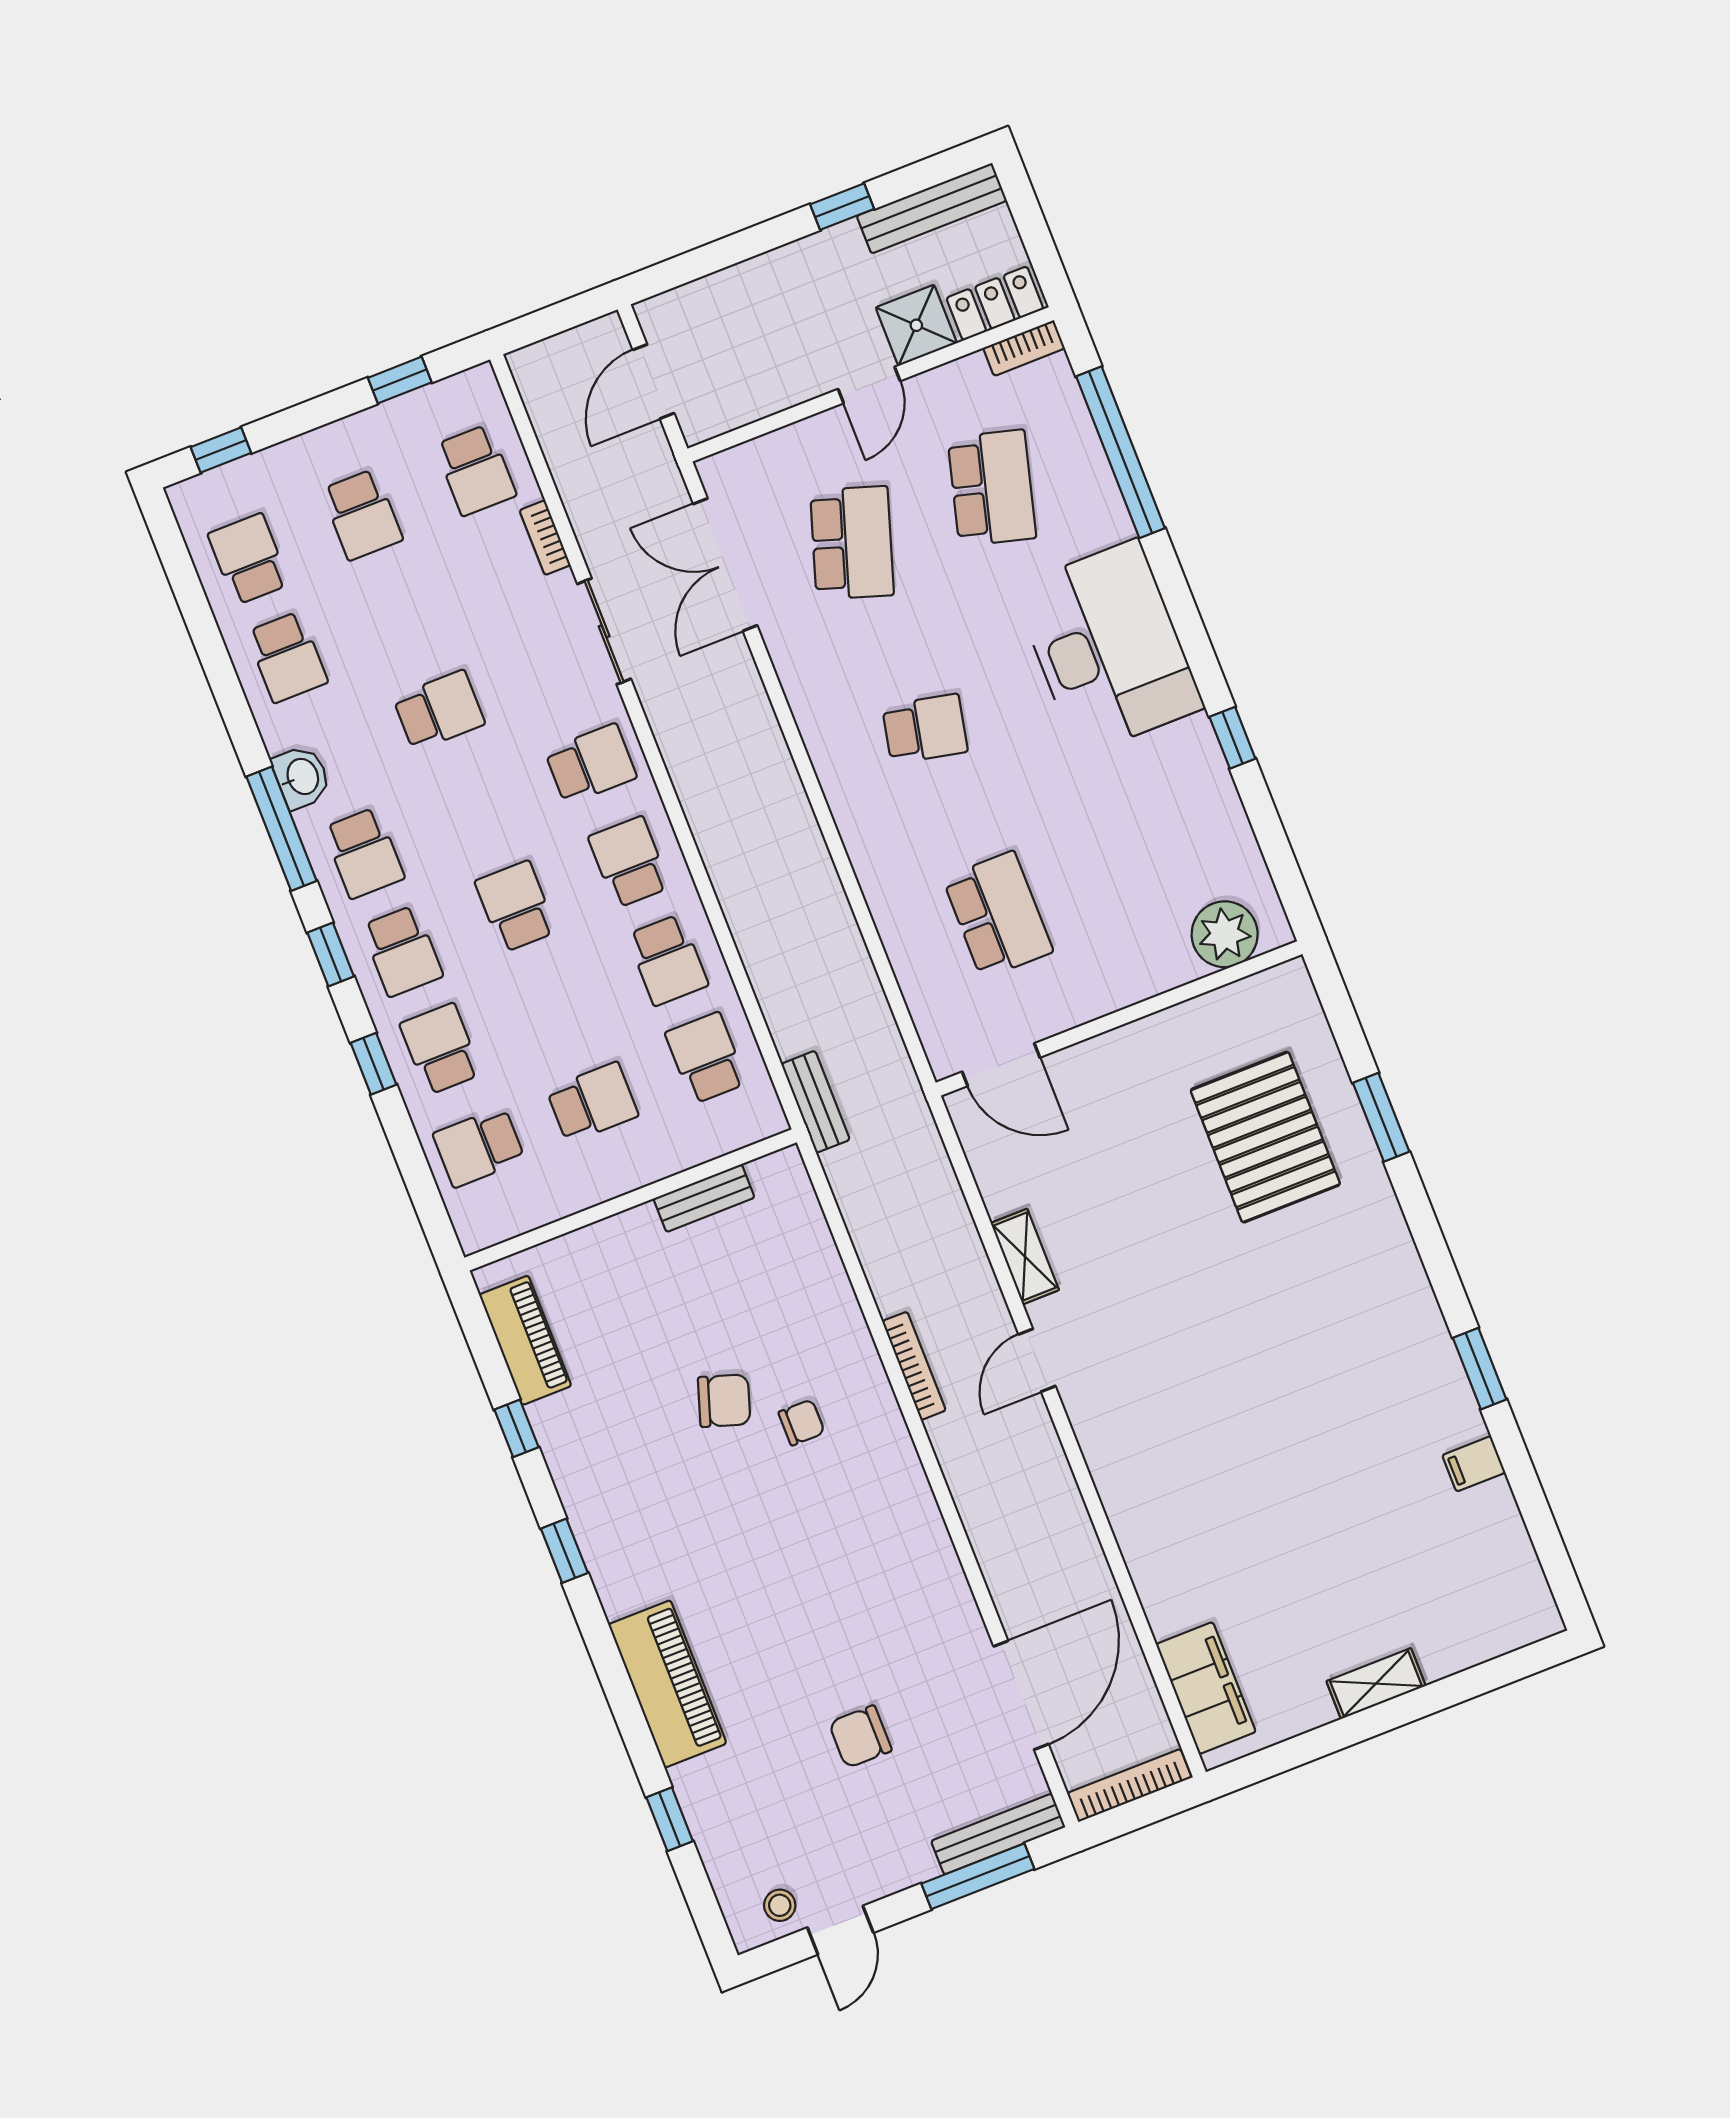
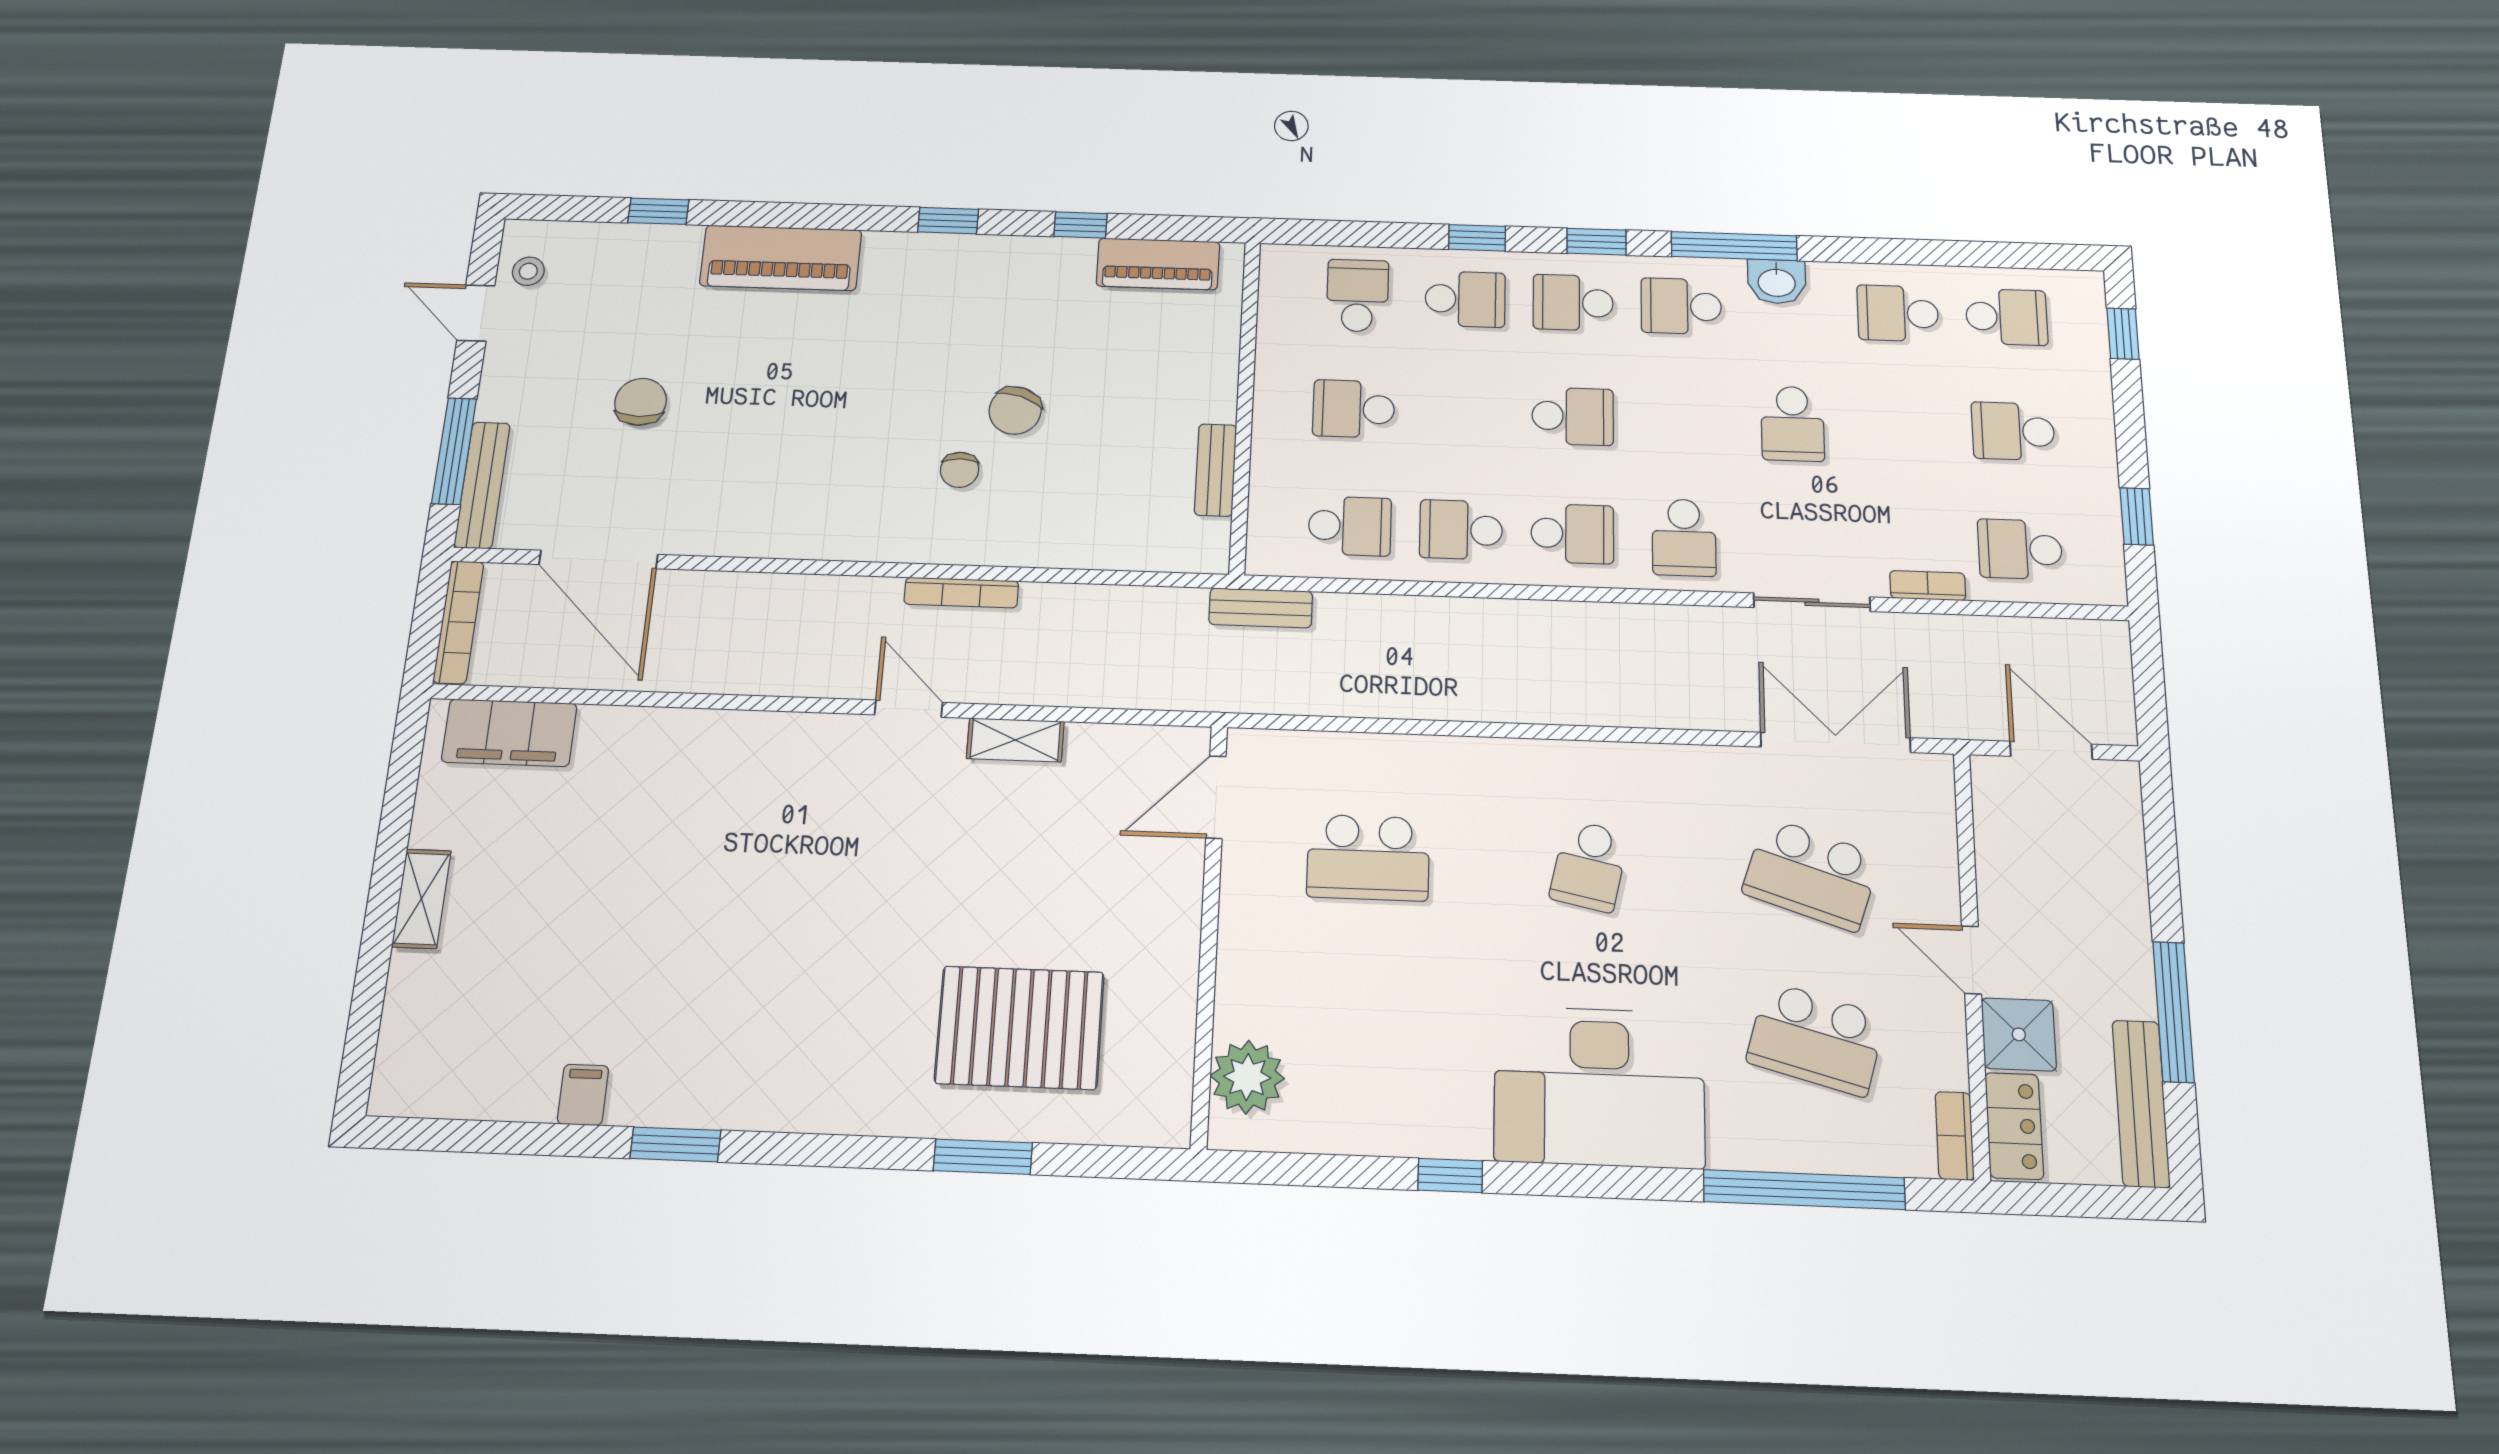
window: (842, 207) -> (2173, 1012), width x2.17
school desk: (592, 1102) -> (1354, 409), turned 90

